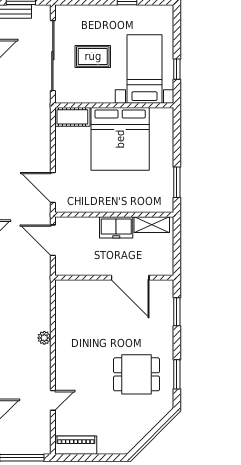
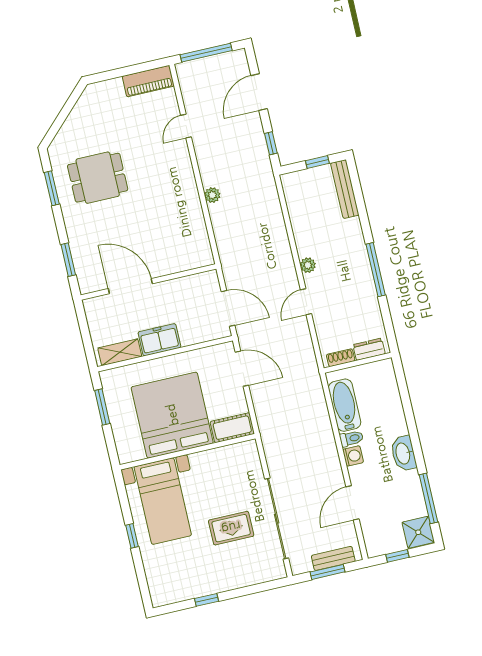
bed with nightstands: (144, 69) -> (163, 501), moved
wall: (114, 105) -> (188, 452), moved
cot: (72, 117) -> (232, 428), moved
bed: (120, 139) -> (172, 415), moved

